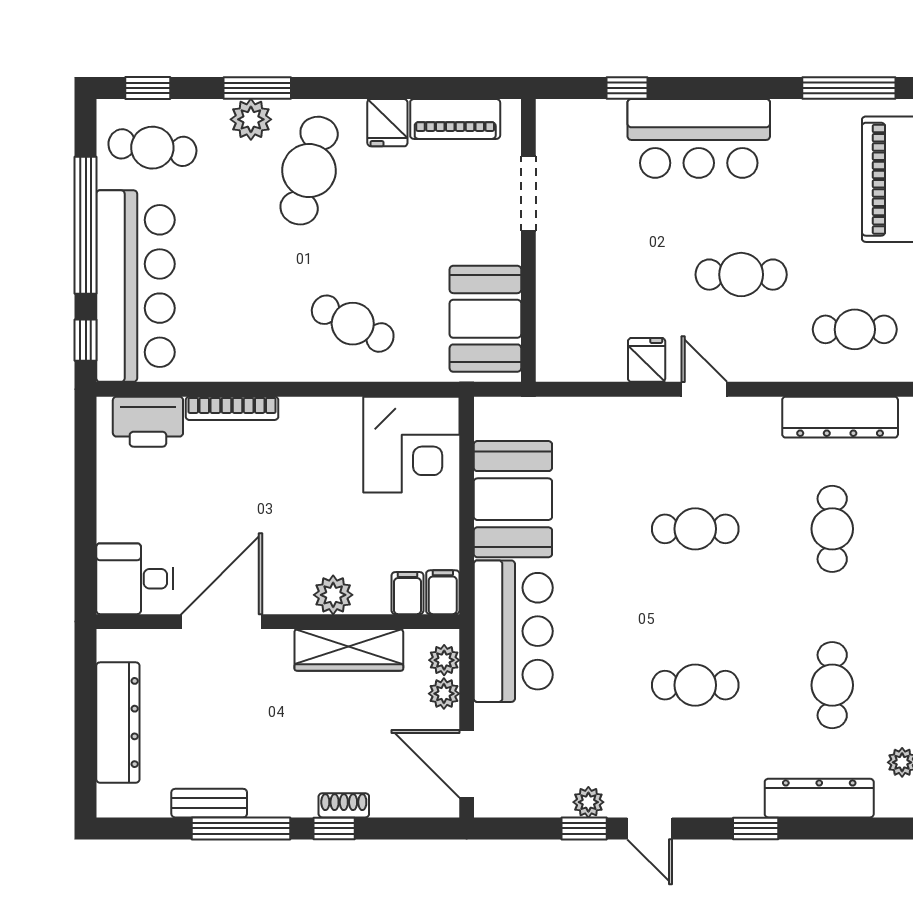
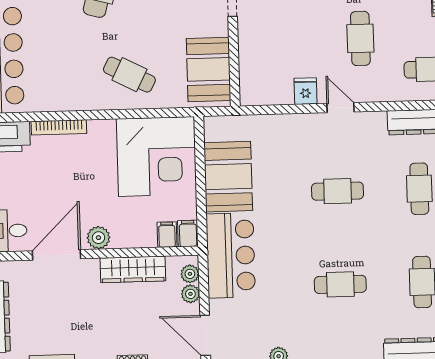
cafe table: (741, 275) -> (360, 38), turned 90
corner desk: (411, 445) -> (157, 156), width x1.36, depth x1.36
plant: (333, 595) -> (98, 238), moved

